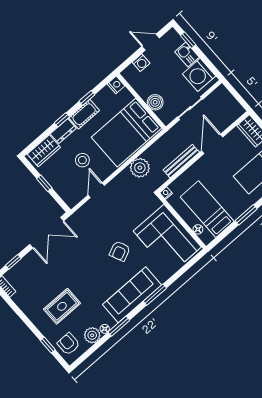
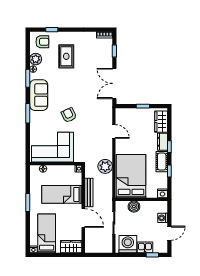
stool: (82, 160) -> (137, 138), removed
bed: (207, 209) -> (62, 194), moved, turned 180
sofa: (132, 295) -> (39, 95), width x0.73

